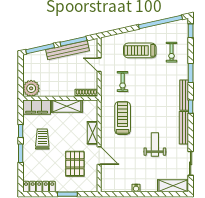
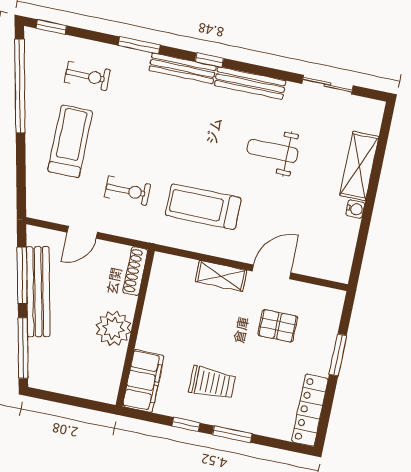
treadmill: (140, 50) -> (70, 141), turned 180
plant: (31, 88) -> (113, 328), moved
shelving: (67, 106) -> (154, 318), removed
trolley: (42, 139) -> (212, 383), turned 180
pallet: (75, 164) -> (278, 326), width x0.67, depth x0.71
shelving: (173, 186) -> (359, 166), moved

